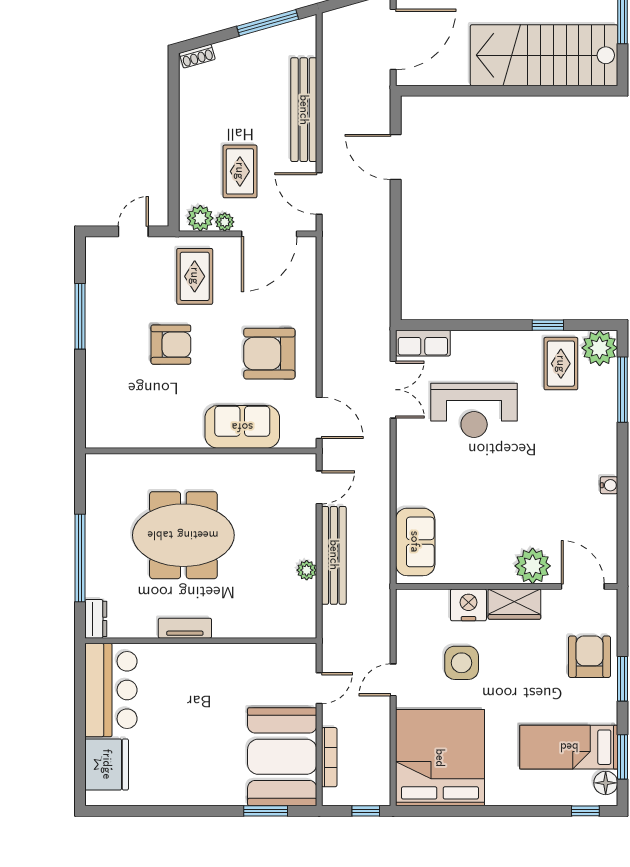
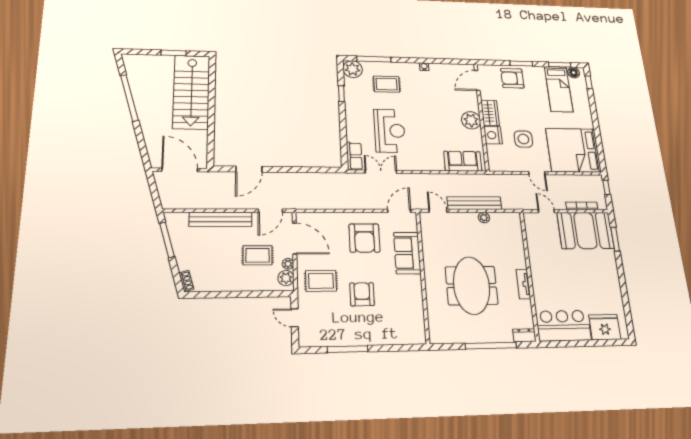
rug: (561, 364) -> (387, 84), moved
plant: (533, 566) -> (471, 120), moved

